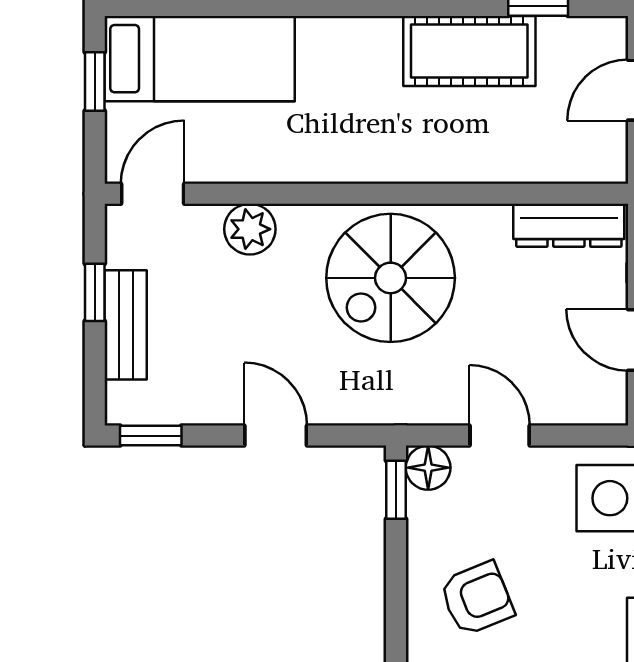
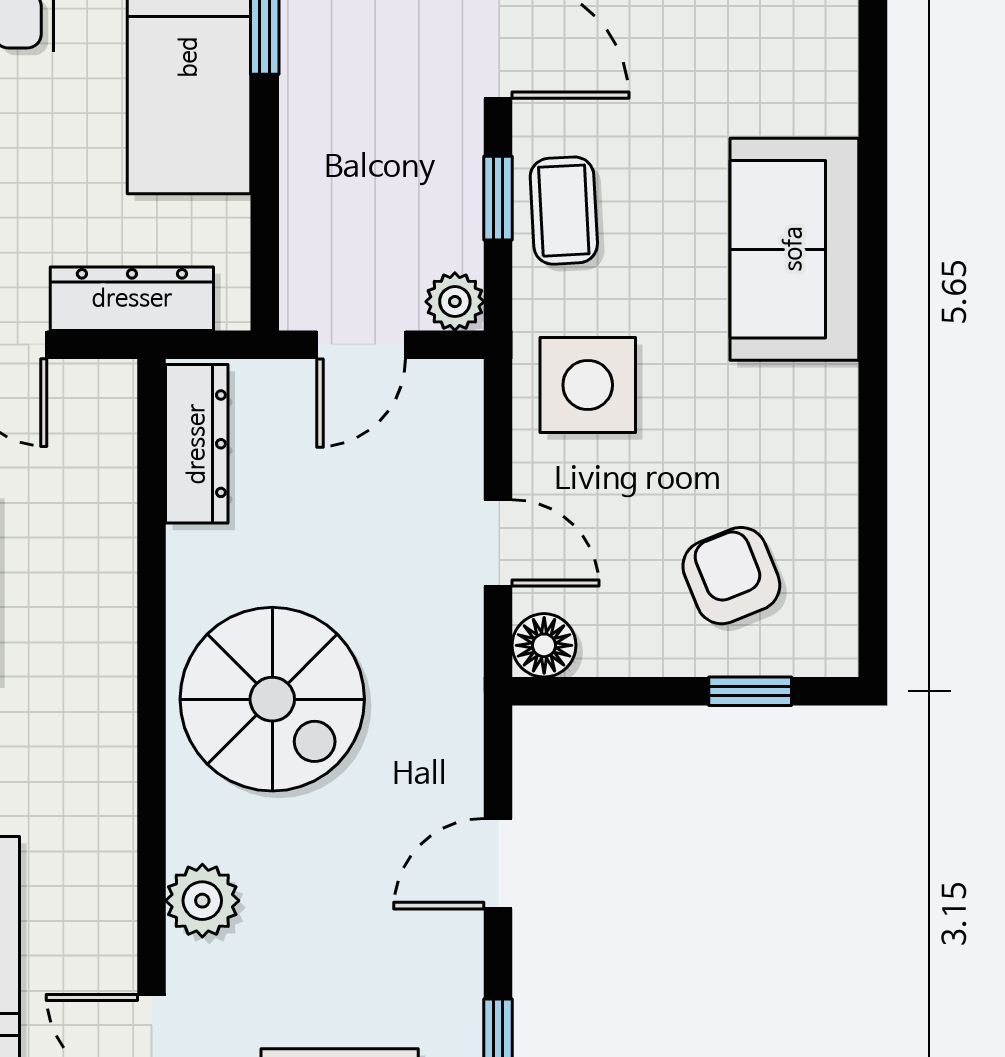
door: (500, 436) -> (498, 543), swing flipped
window: (396, 490) -> (750, 691), moved

